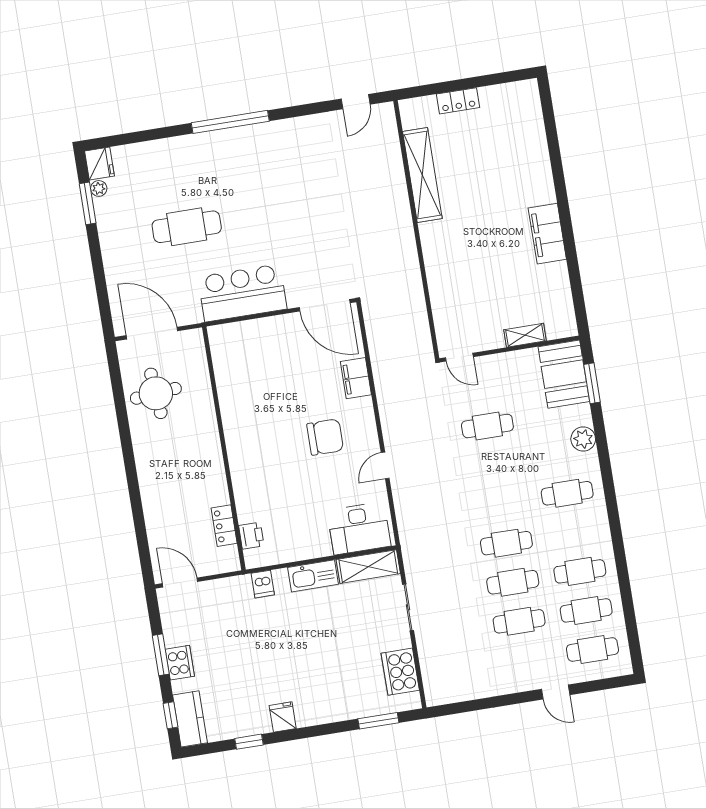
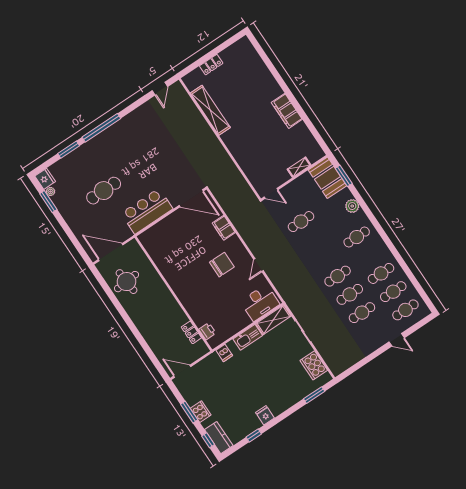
window: (160, 133) -> (69, 150), added

